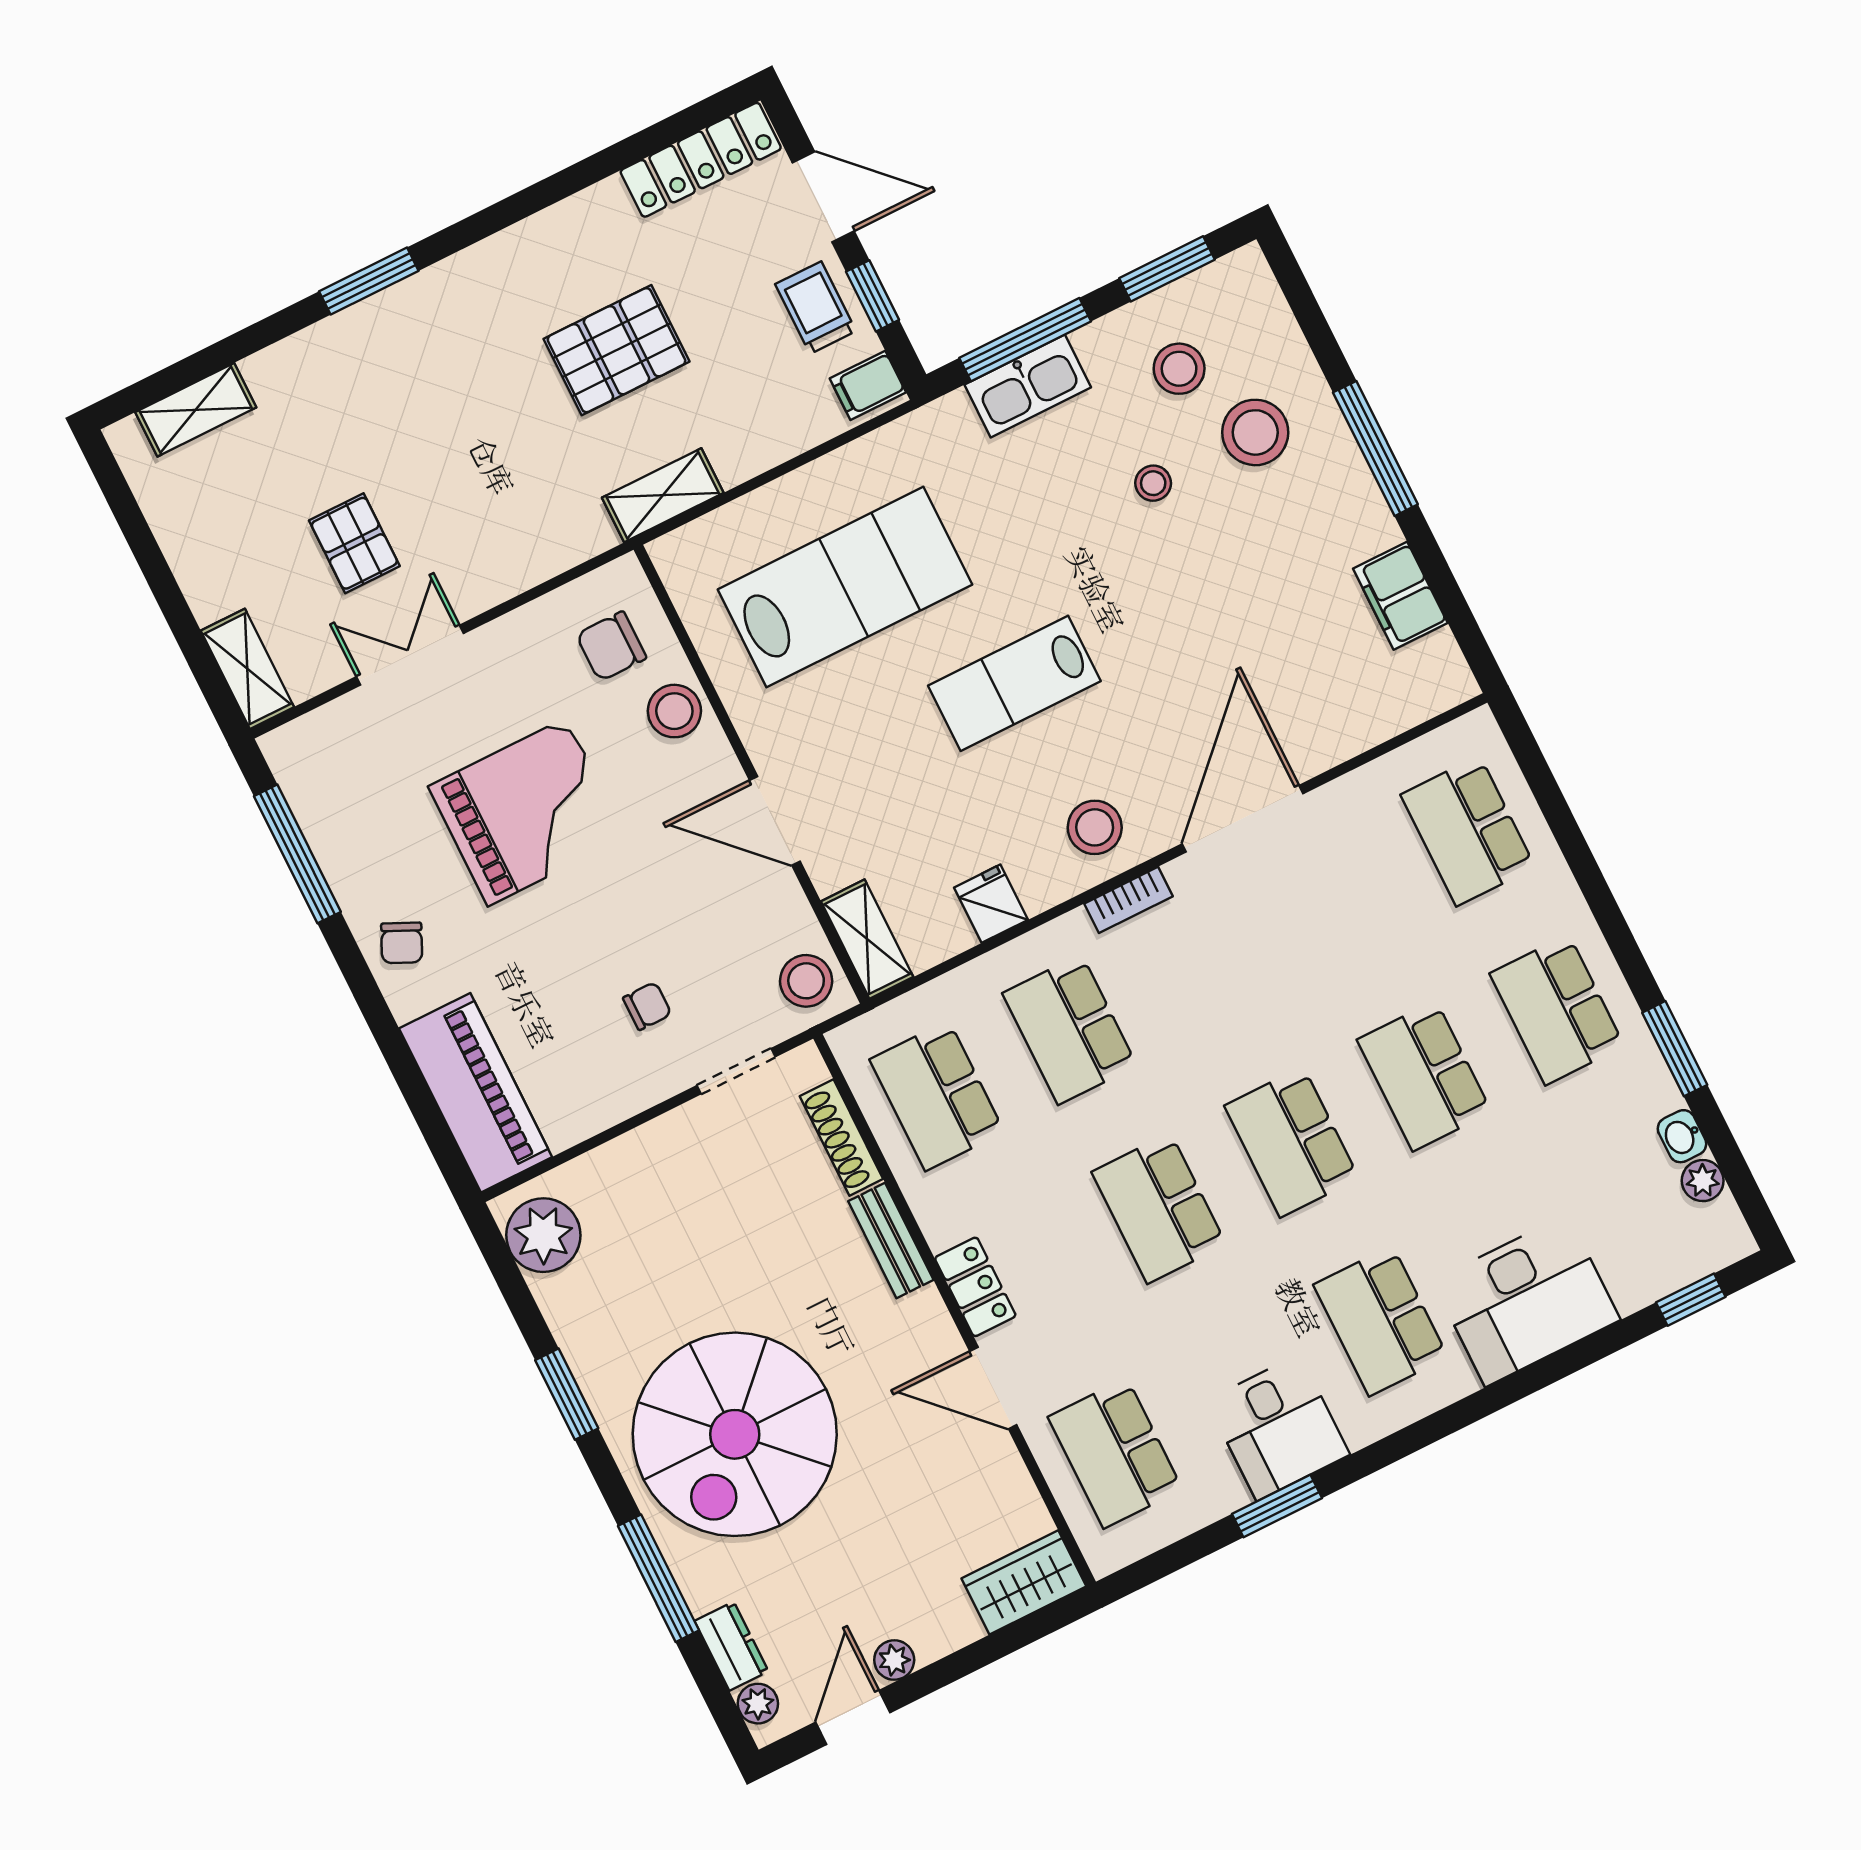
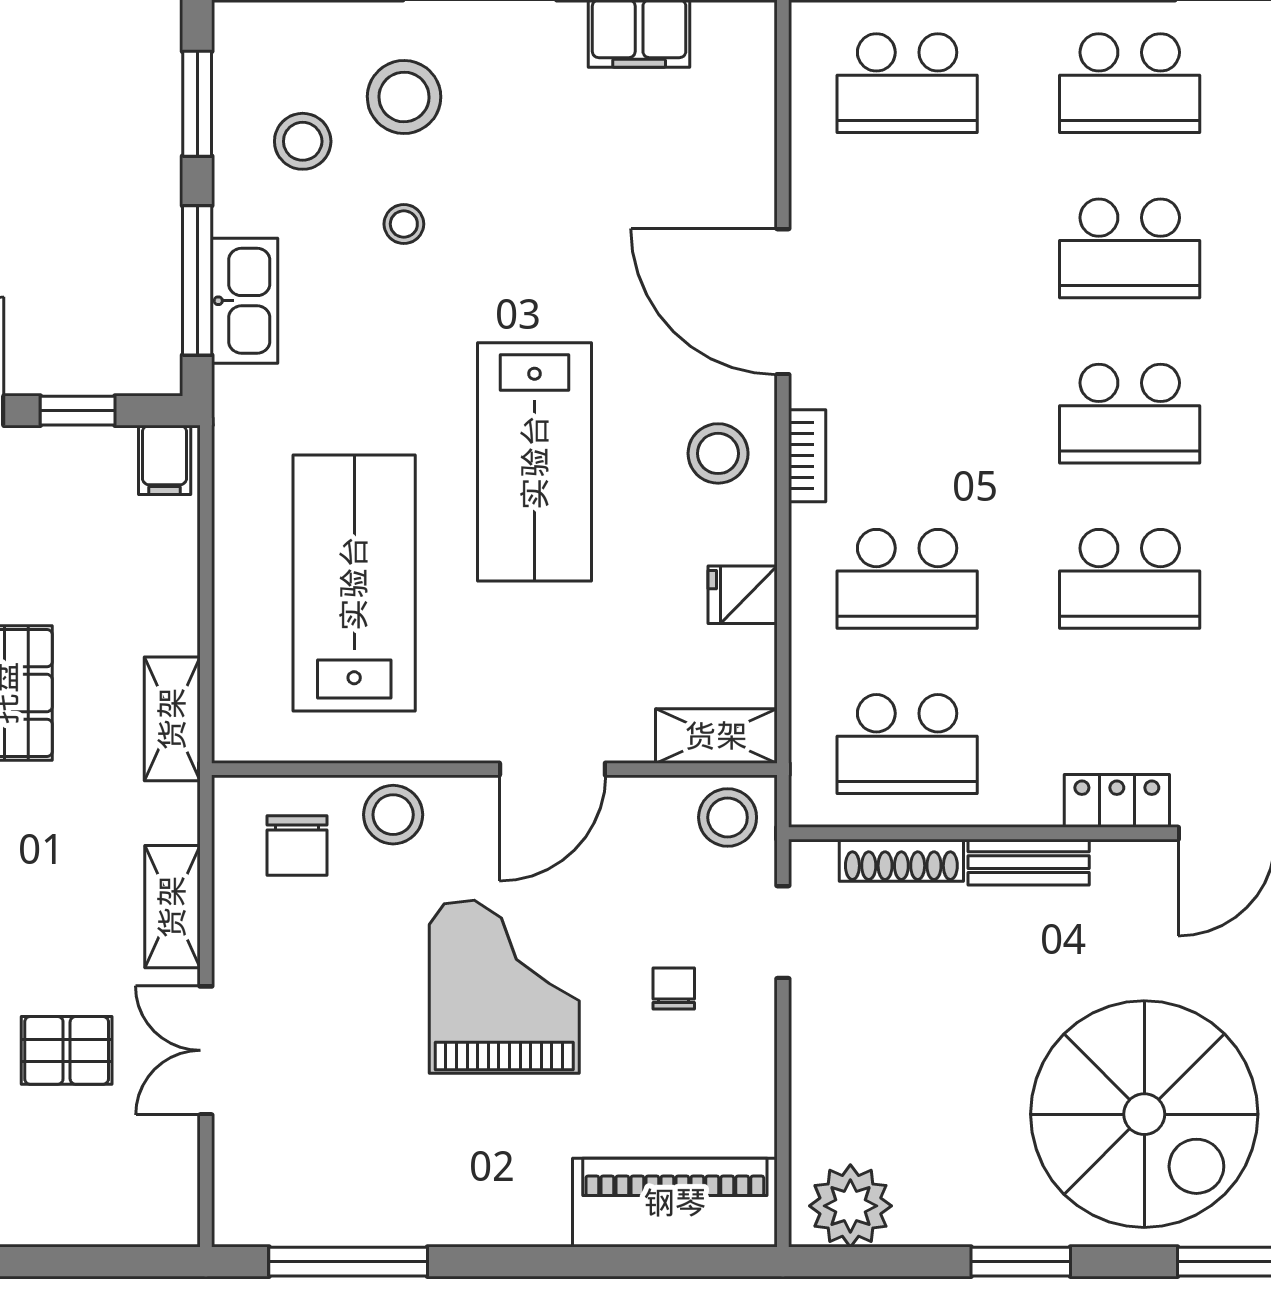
trolley: (816, 308) -> (61, 473), removed
shelving: (247, 669) -> (172, 907), moved, turned 90
lab bench: (1014, 683) -> (535, 462), width x1.36, depth x1.39
grand piano: (527, 812) -> (504, 987), moved
chair: (402, 943) -> (489, 1202), removed

